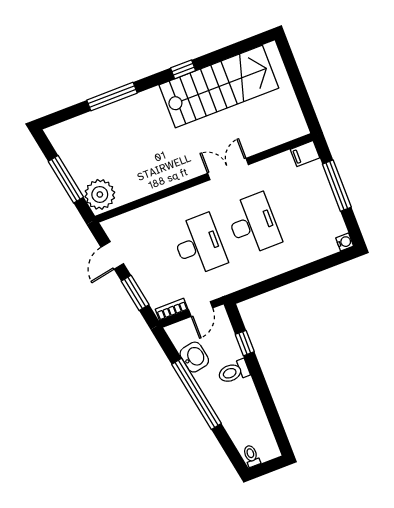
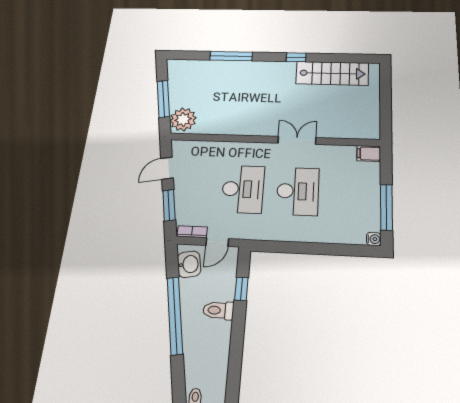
stairs: (219, 87) -> (332, 73), width x0.73, depth x0.66
window: (337, 186) -> (386, 207), moved
washbasin: (194, 357) -> (189, 264), moved

